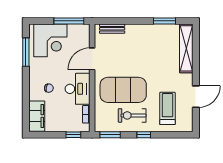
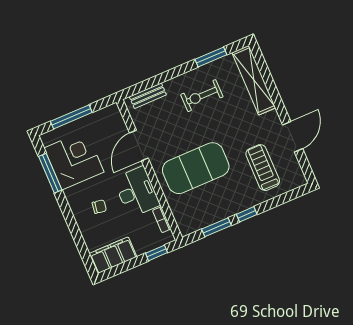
window: (69, 21) -> (71, 117), moved
corner desk: (50, 40) -> (74, 160), moved, turned -90
exercise bike: (132, 115) -> (202, 96), moved
filing cabinet: (37, 116) -> (113, 255), moved, turned -90
window: (110, 135) -> (216, 227), moved

